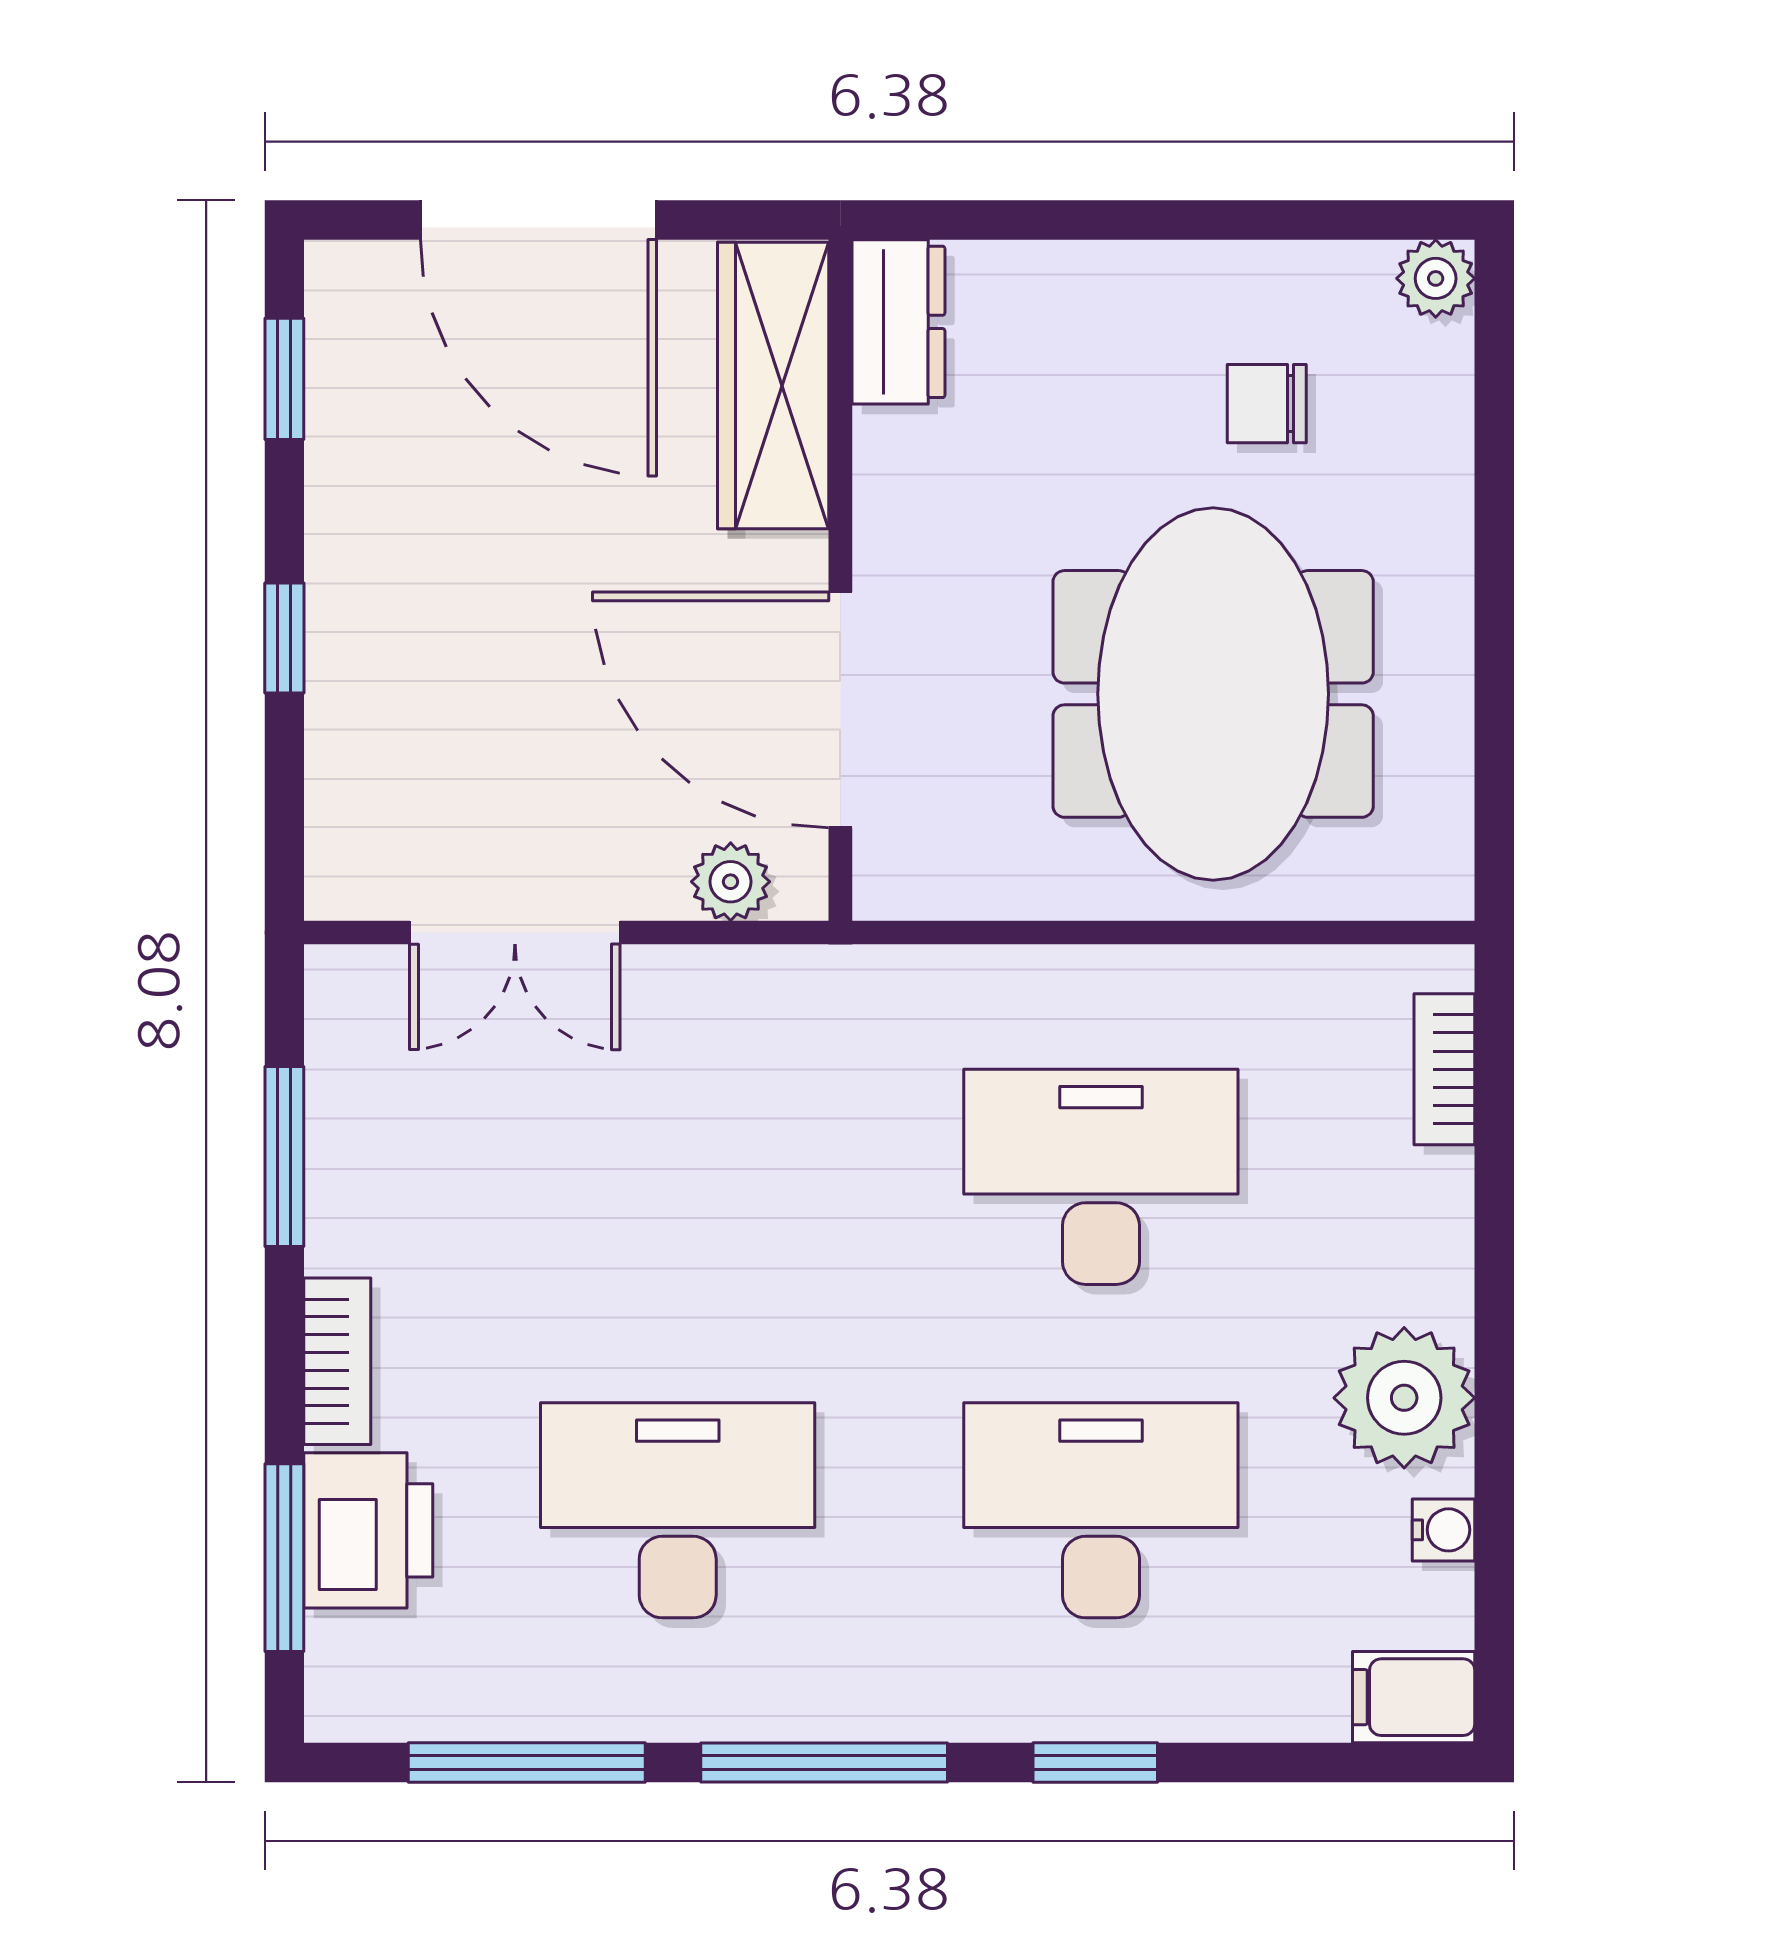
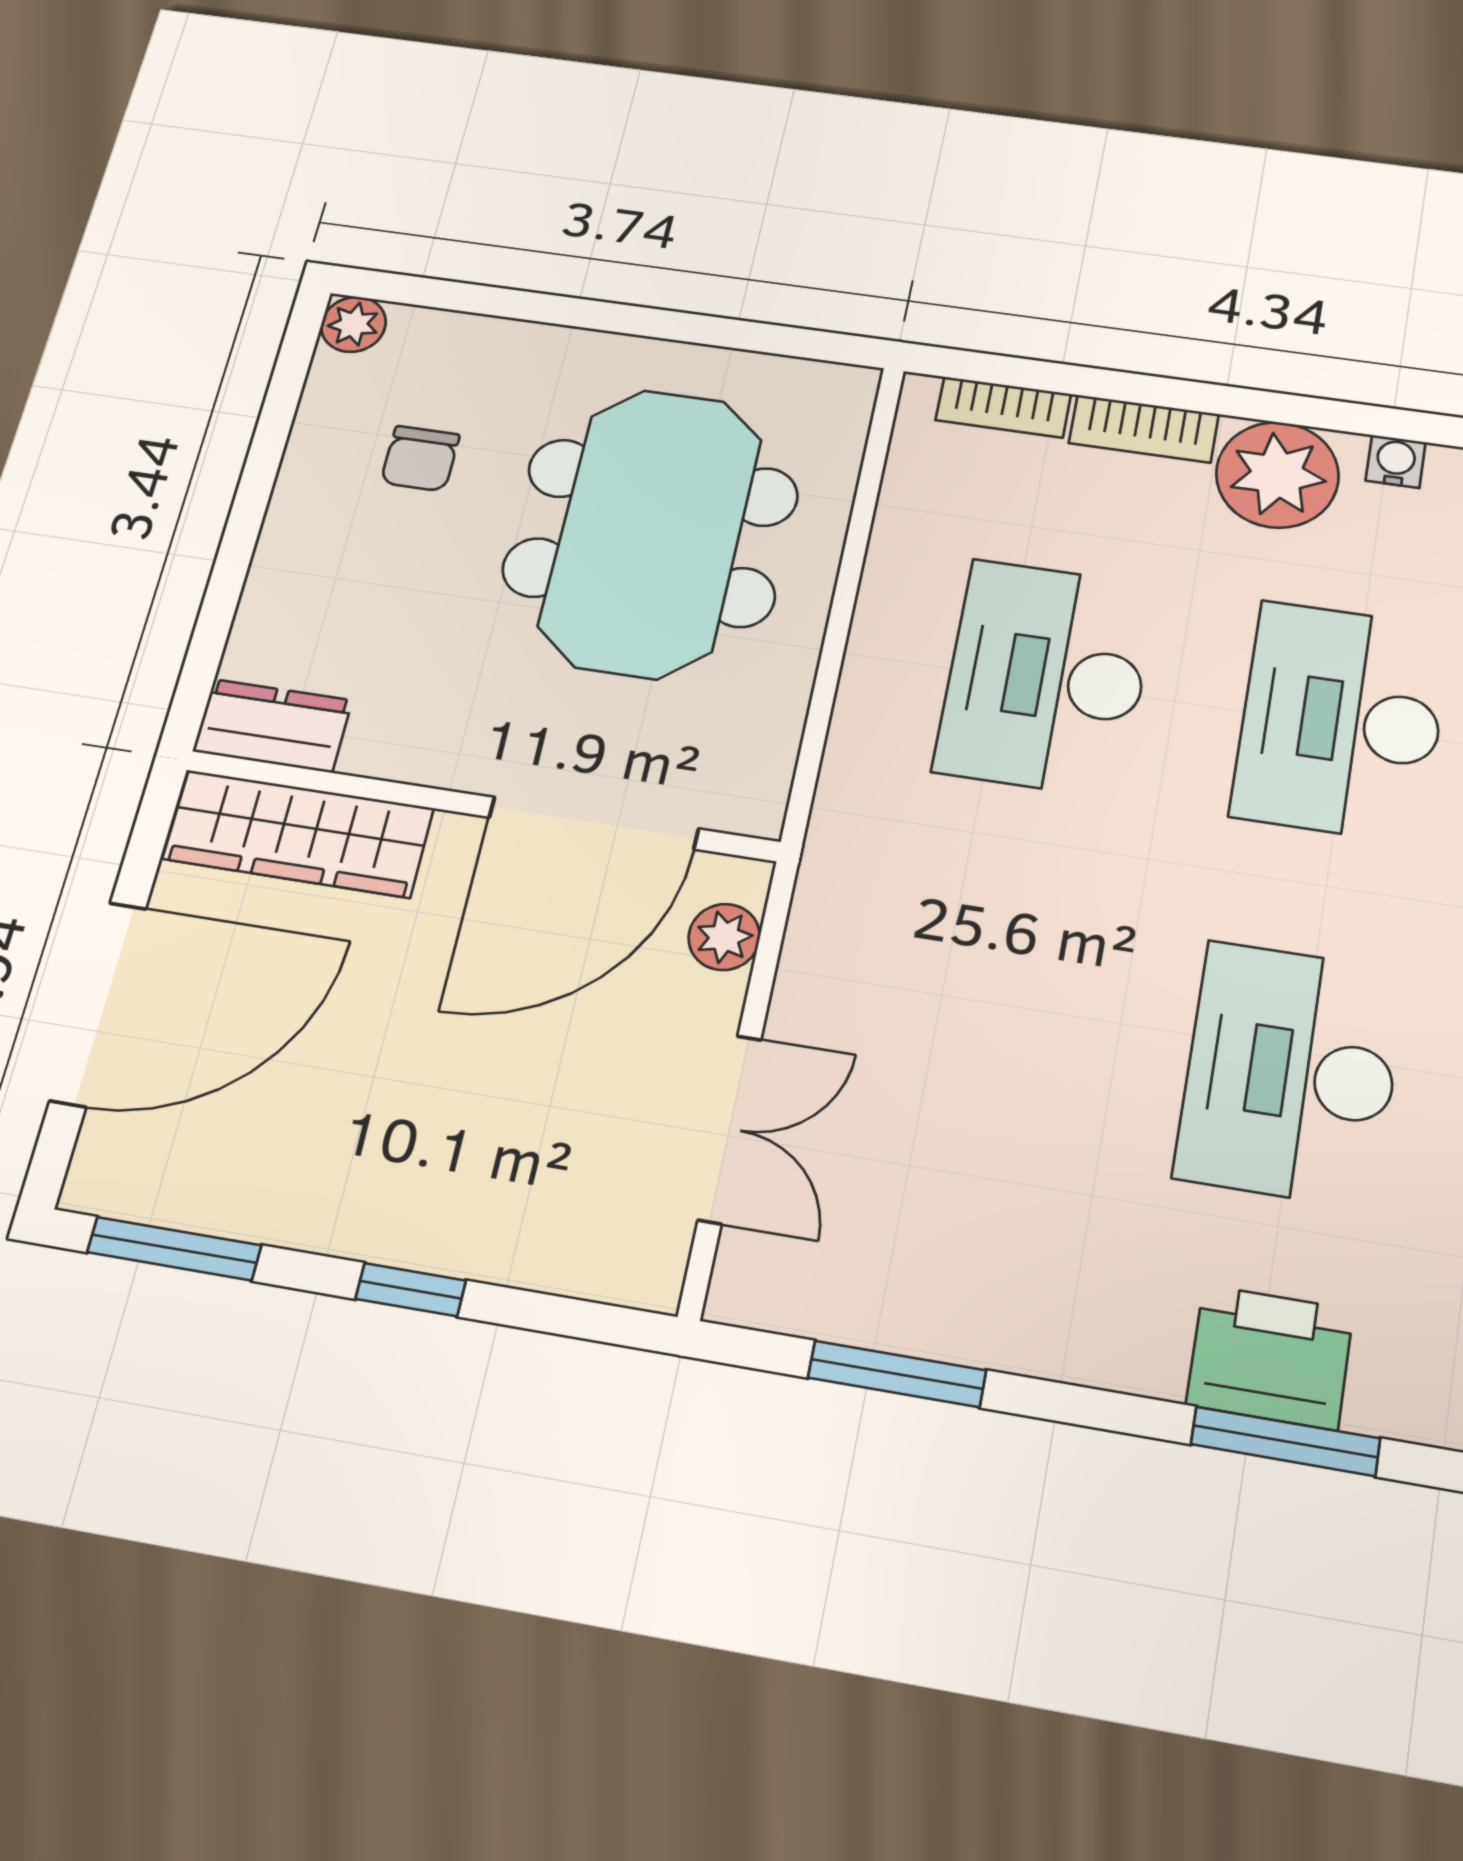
window: (284, 379) -> (174, 1249), width x1.50
meeting table: (1213, 694) -> (651, 532), turned 90
bookcase: (337, 1361) -> (1144, 429), moved, turned 180

